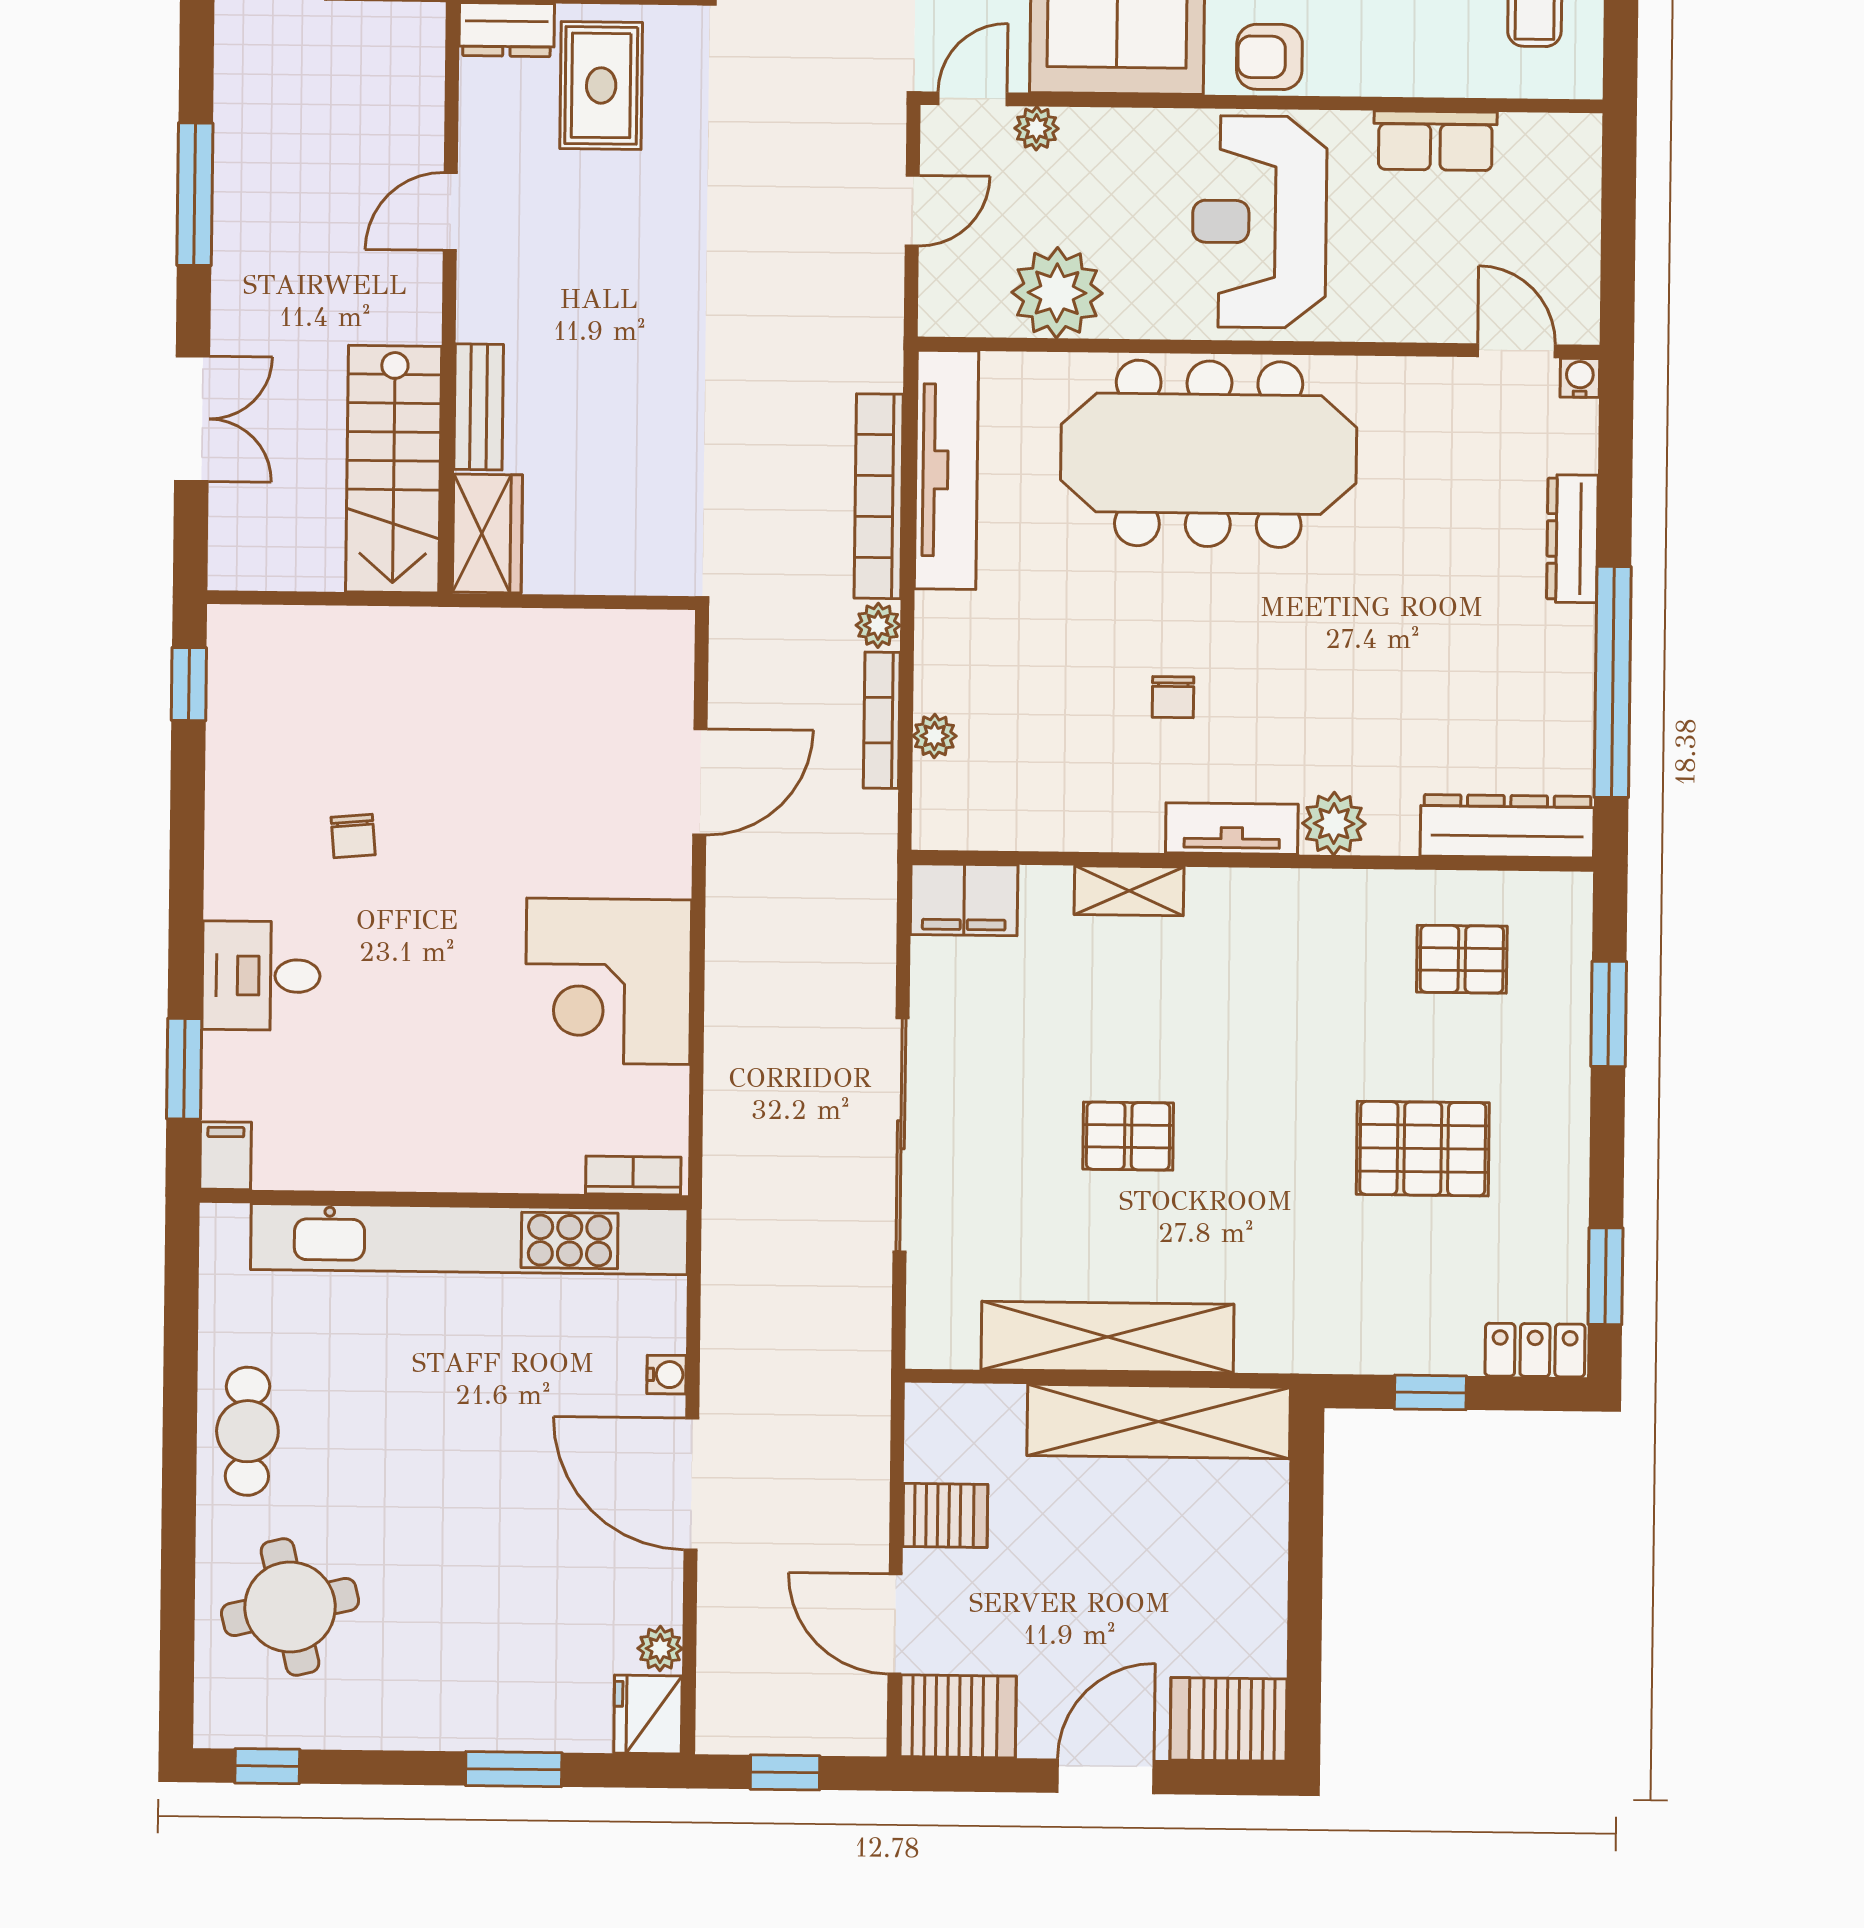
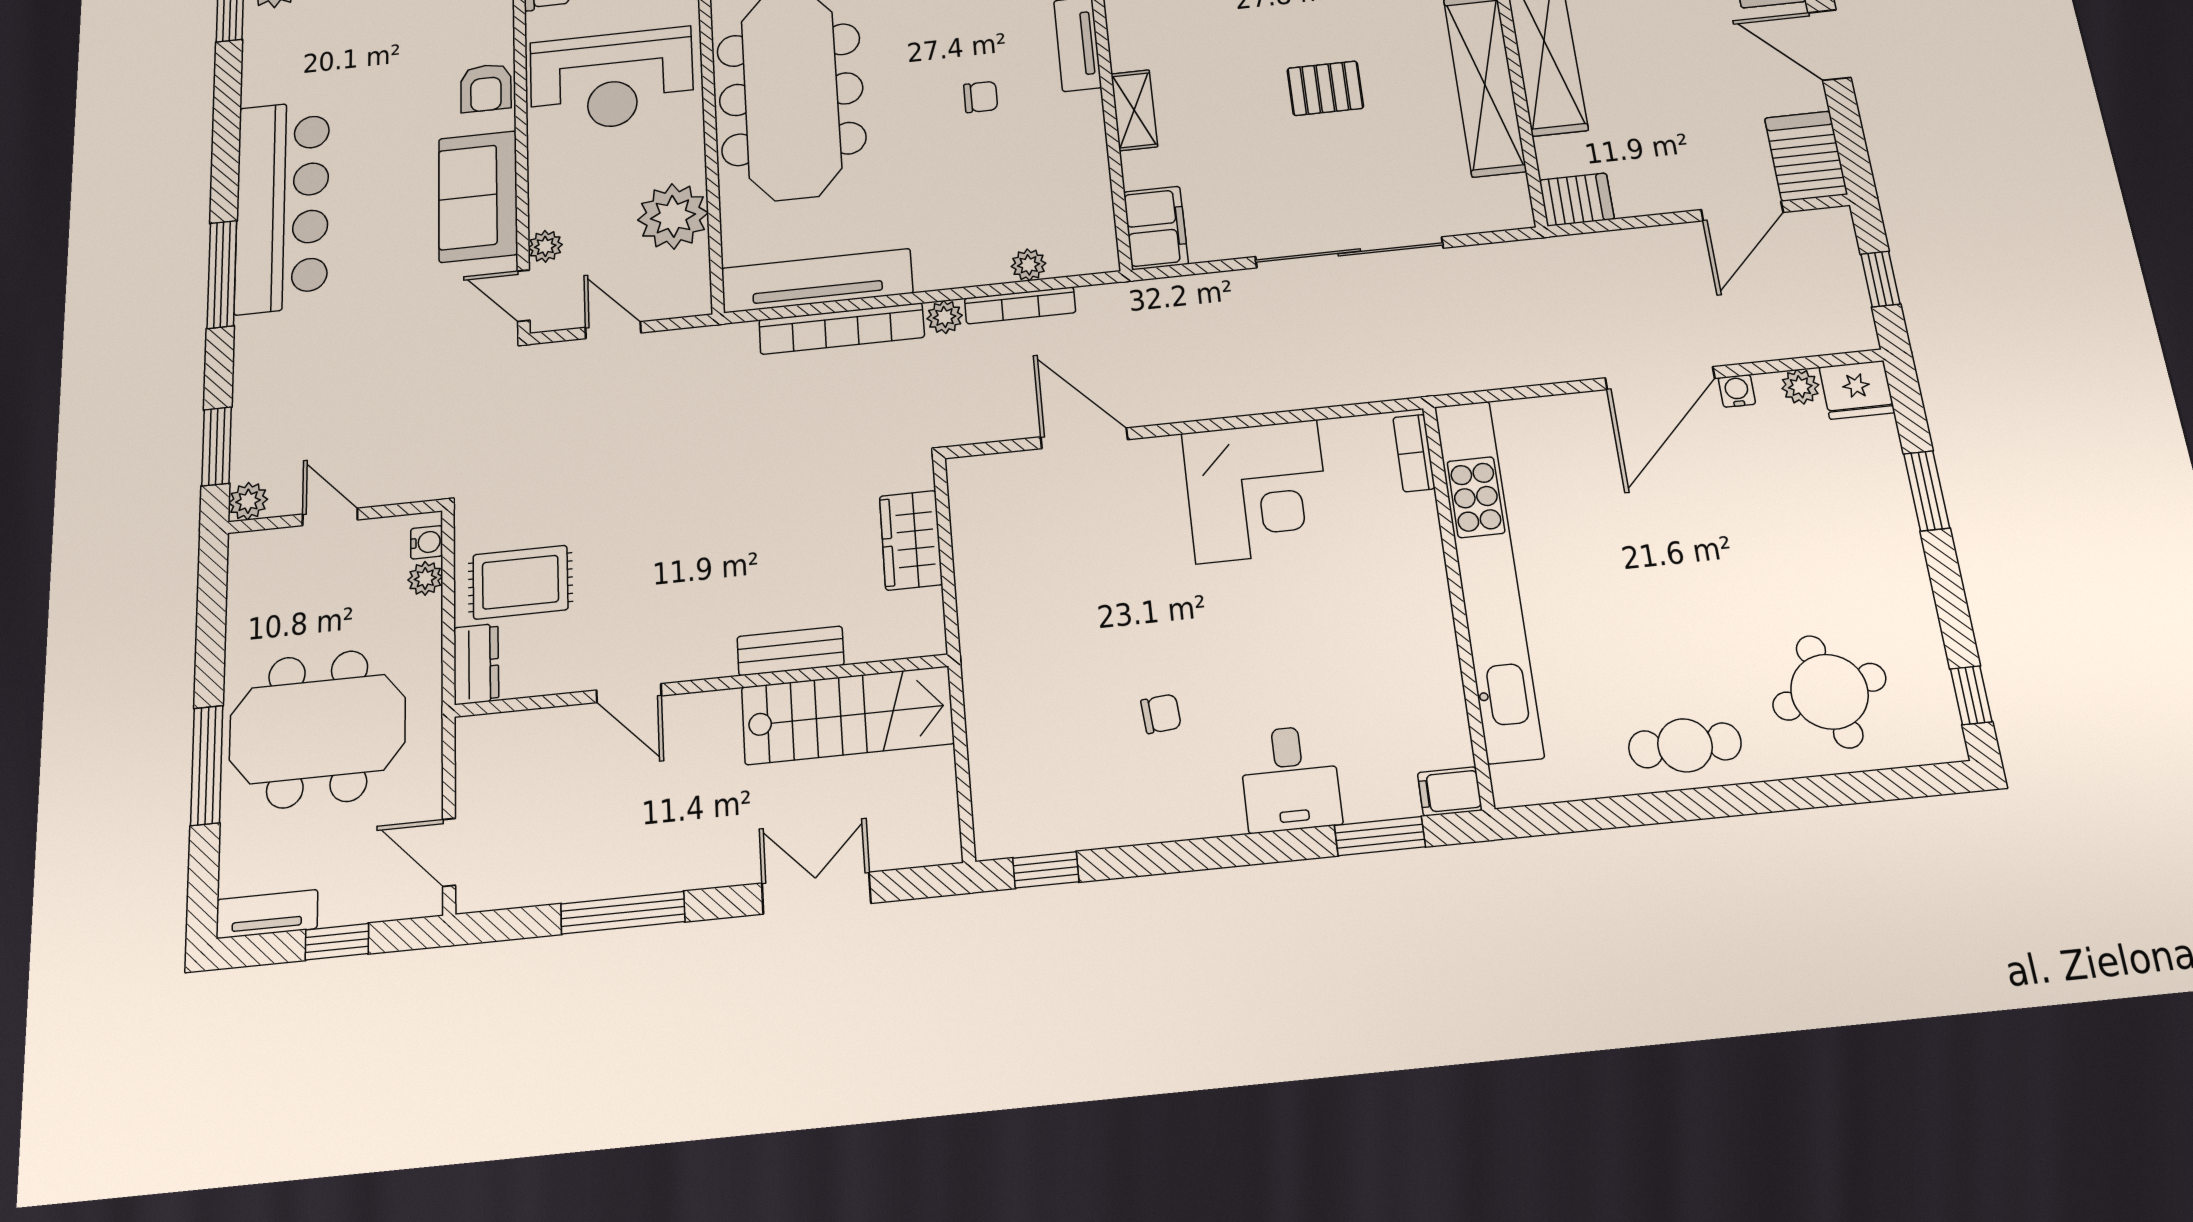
wardrobe: (487, 534) -> (911, 540), moved, turned -90
pallet: (1128, 1136) -> (1325, 88), turned 90
water cooler: (667, 1375) -> (1737, 391), moved
server rack: (945, 1515) -> (1577, 200), moved, turned 90

